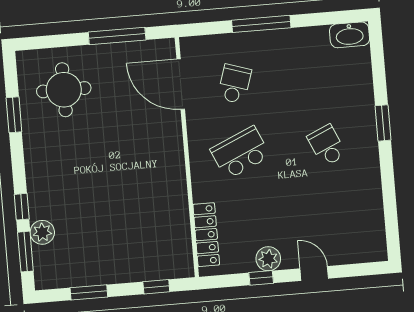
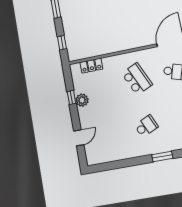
locker: (206, 235) -> (91, 66), width x0.66
door: (314, 273) -> (79, 138), moved

